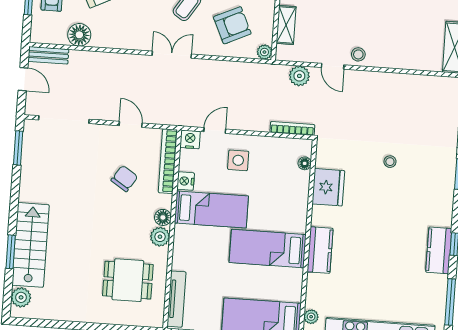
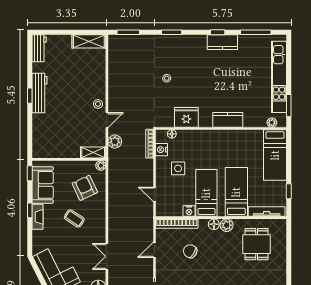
shelving: (286, 25) -> (93, 153), moved
double door: (172, 55) -> (107, 256), moved
nightstand: (190, 139) -> (161, 150), moved
side table: (238, 160) -> (178, 168), moved
bed: (268, 249) -> (236, 192), moved, turned 180

